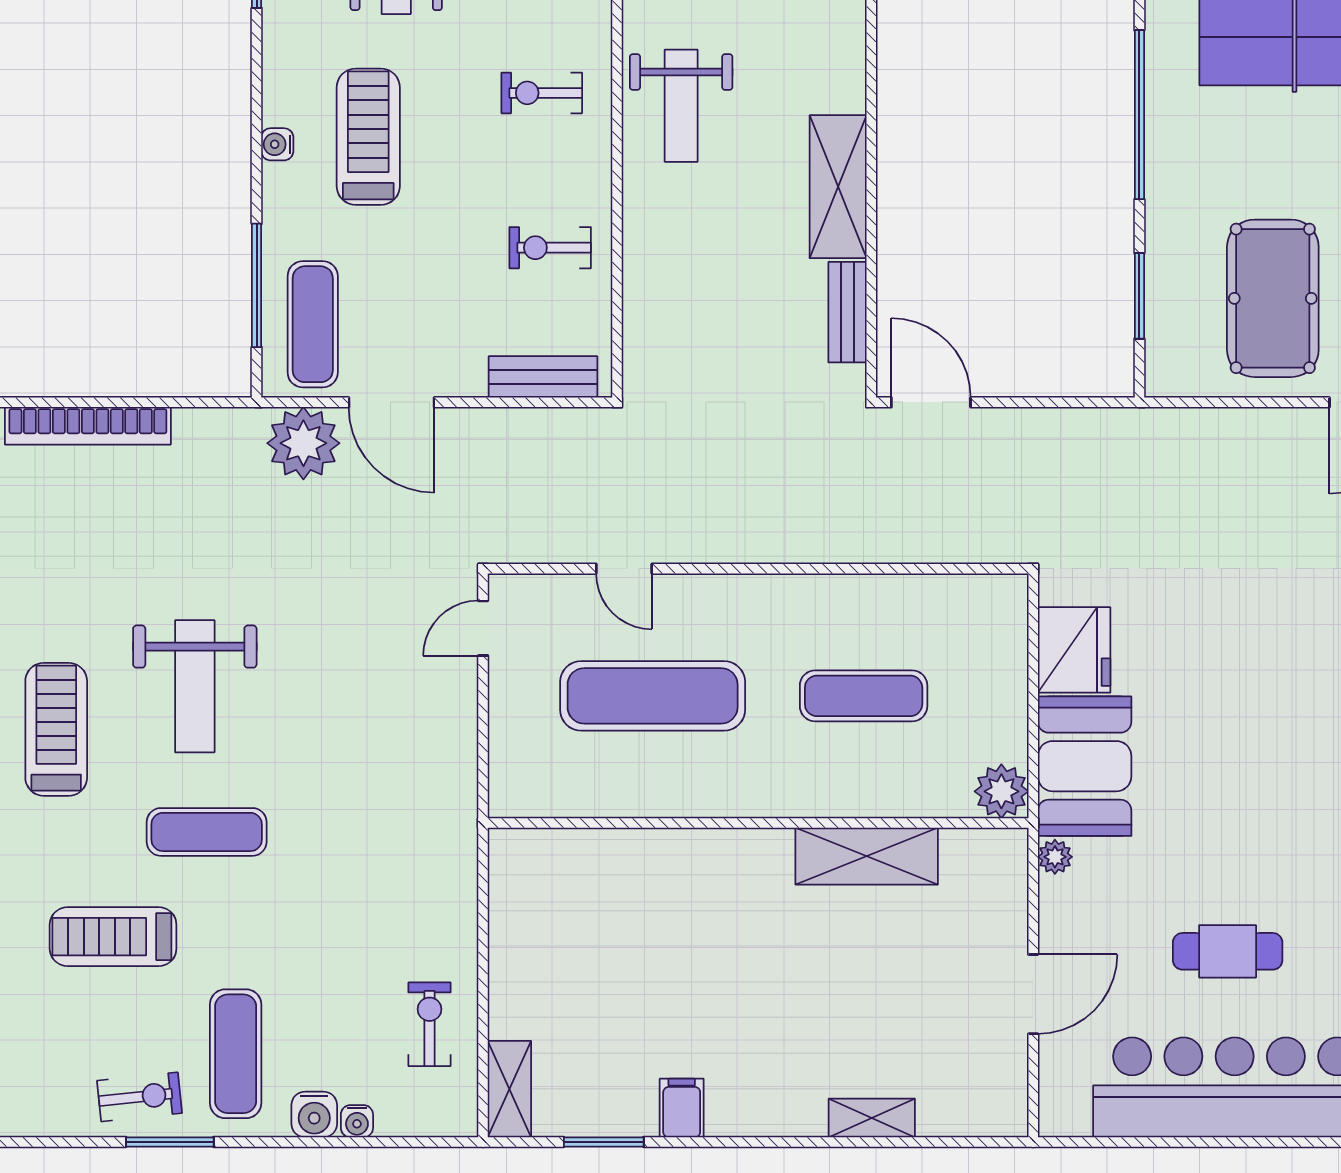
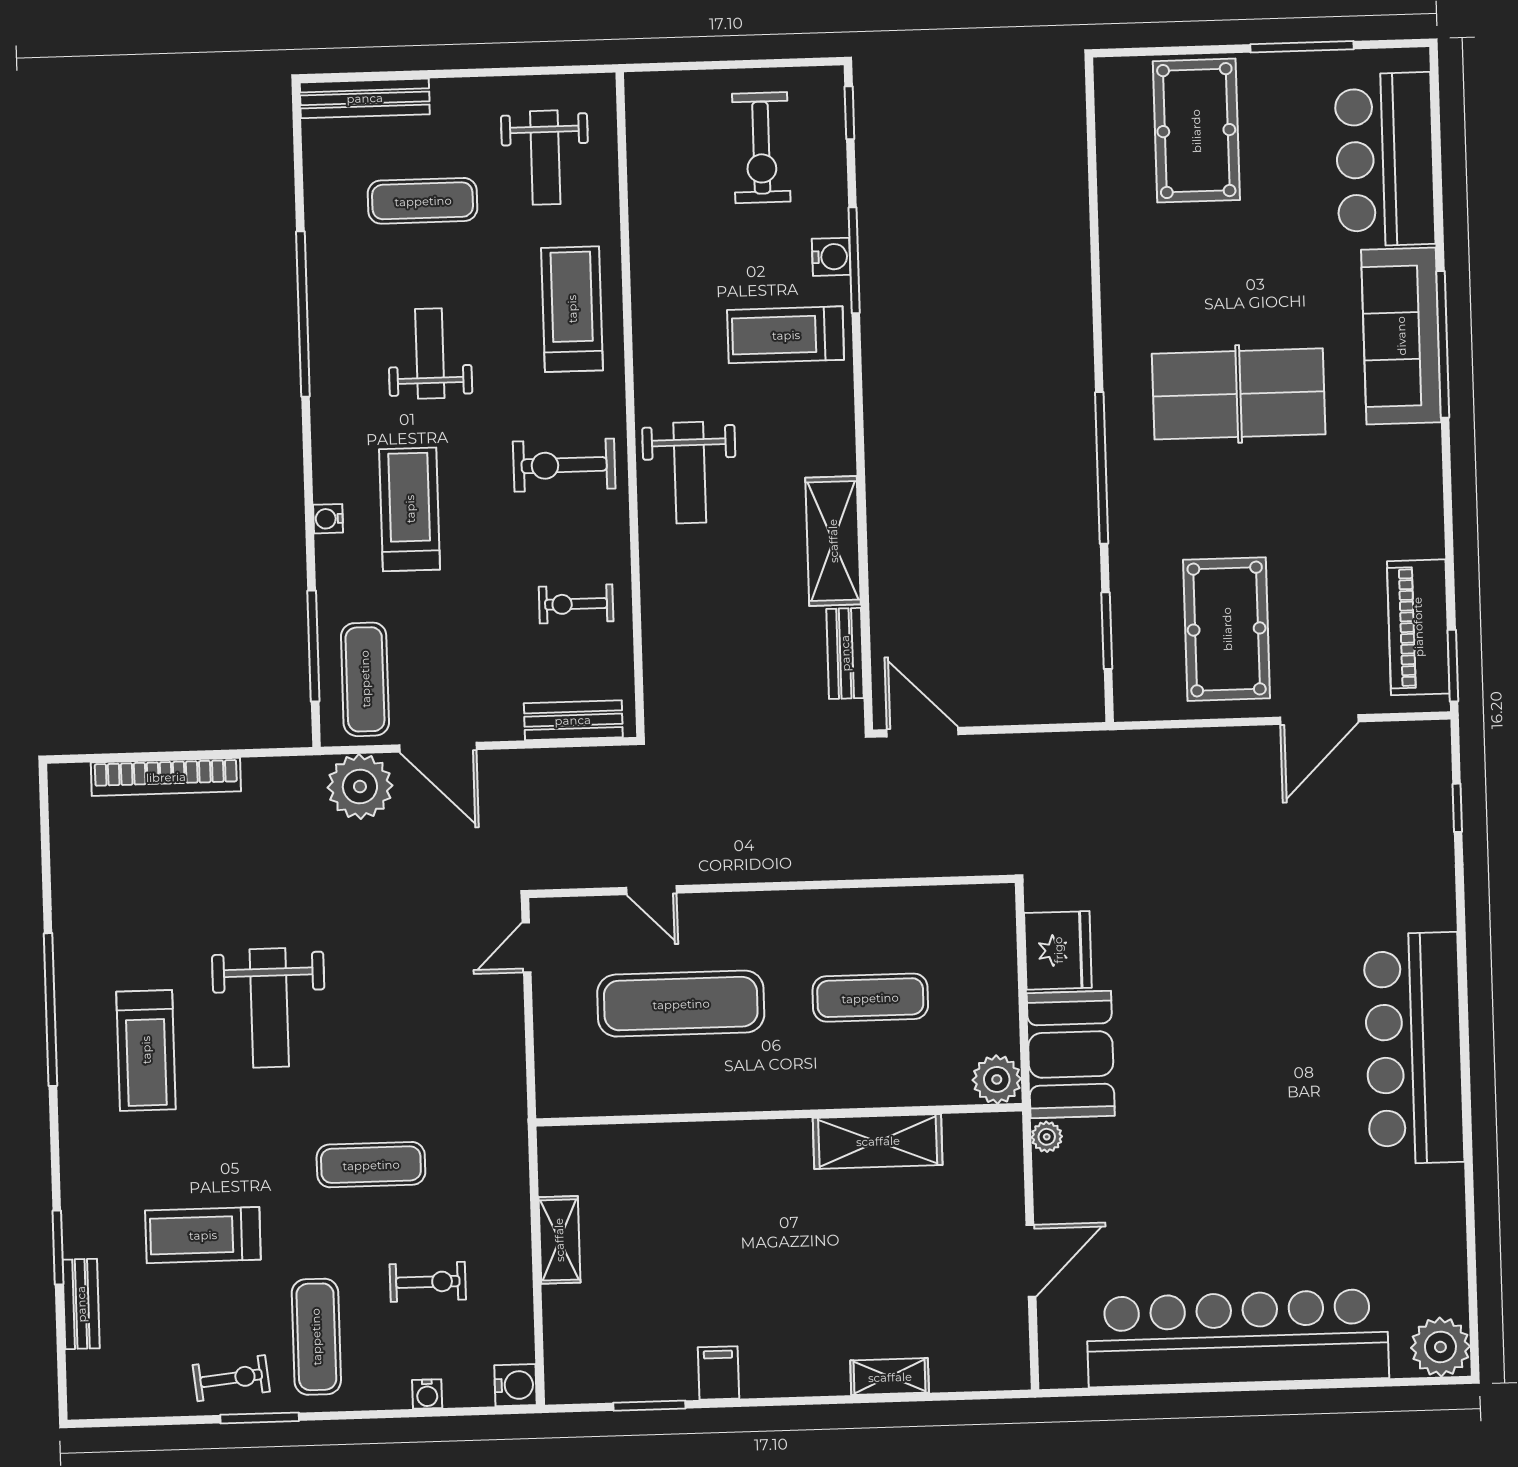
exercise bike: (542, 93) -> (564, 465), width x1.38, depth x1.39
treadmill: (56, 729) -> (146, 1050), turned 180
exercise mat: (207, 832) -> (371, 1165), moved
cafe table: (1228, 951) -> (1204, 1217), removed
exercise bike: (430, 1024) -> (428, 1282), moved, turned 90
shelving: (509, 1089) -> (559, 1240), moved
water cooler: (314, 1114) -> (516, 1385), moved, turned -90

